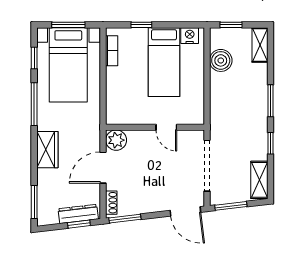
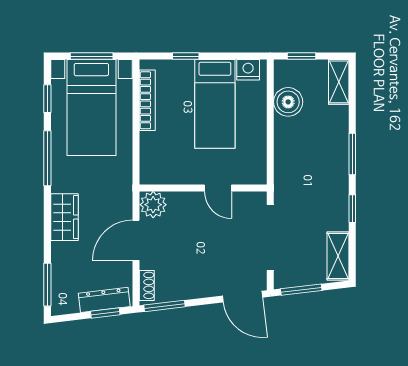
bookcase: (112, 51) -> (147, 100), width x1.56

